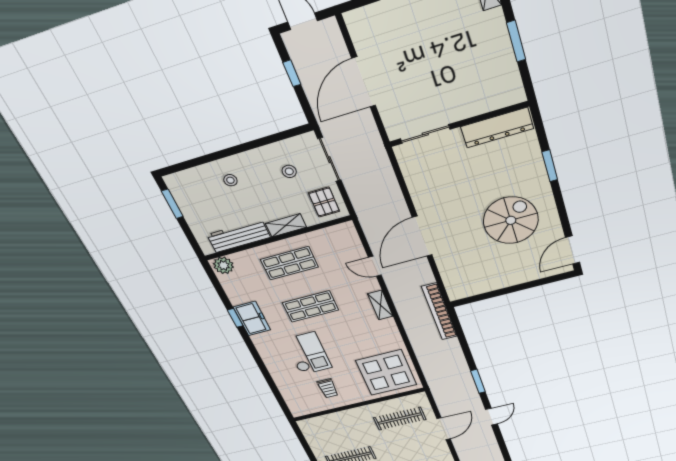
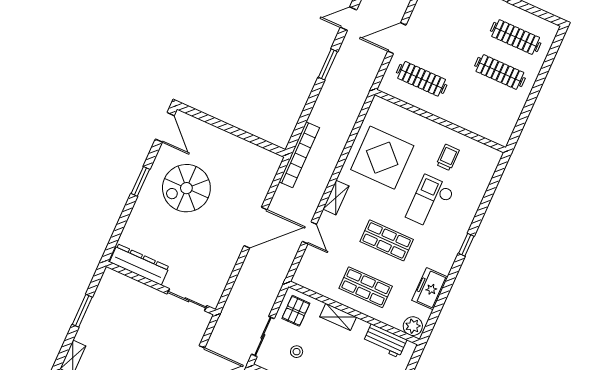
window: (550, 166) -> (140, 181), moved
workbench: (239, 236) -> (385, 341), width x0.73
door: (573, 250) -> (165, 127), hinge flipped
window: (235, 318) -> (466, 245), moved
freezer: (252, 318) -> (430, 289), moved
display table: (386, 373) -> (382, 158), moved

